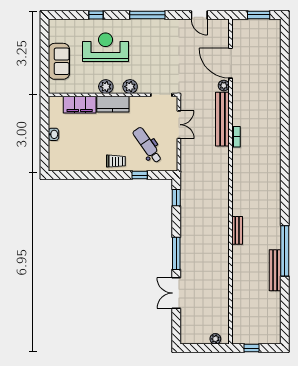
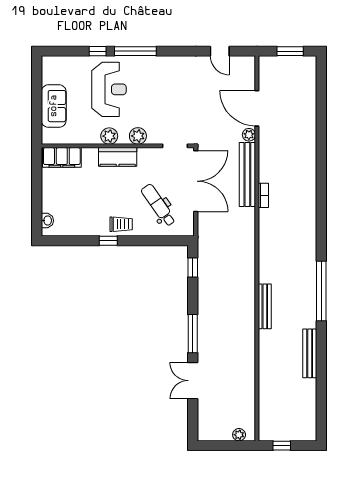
window: (147, 15) -> (135, 51), moved
reception desk: (106, 47) -> (109, 89), turned 90
filing cabinet: (80, 105) -> (62, 157), moved
double door: (179, 125) -> (196, 181), width x1.87
washbasin: (54, 134) -> (47, 221), moved
window: (140, 175) -> (108, 241), moved
bench: (237, 230) -> (265, 306), width x1.36
window: (285, 251) -> (321, 291), moved

